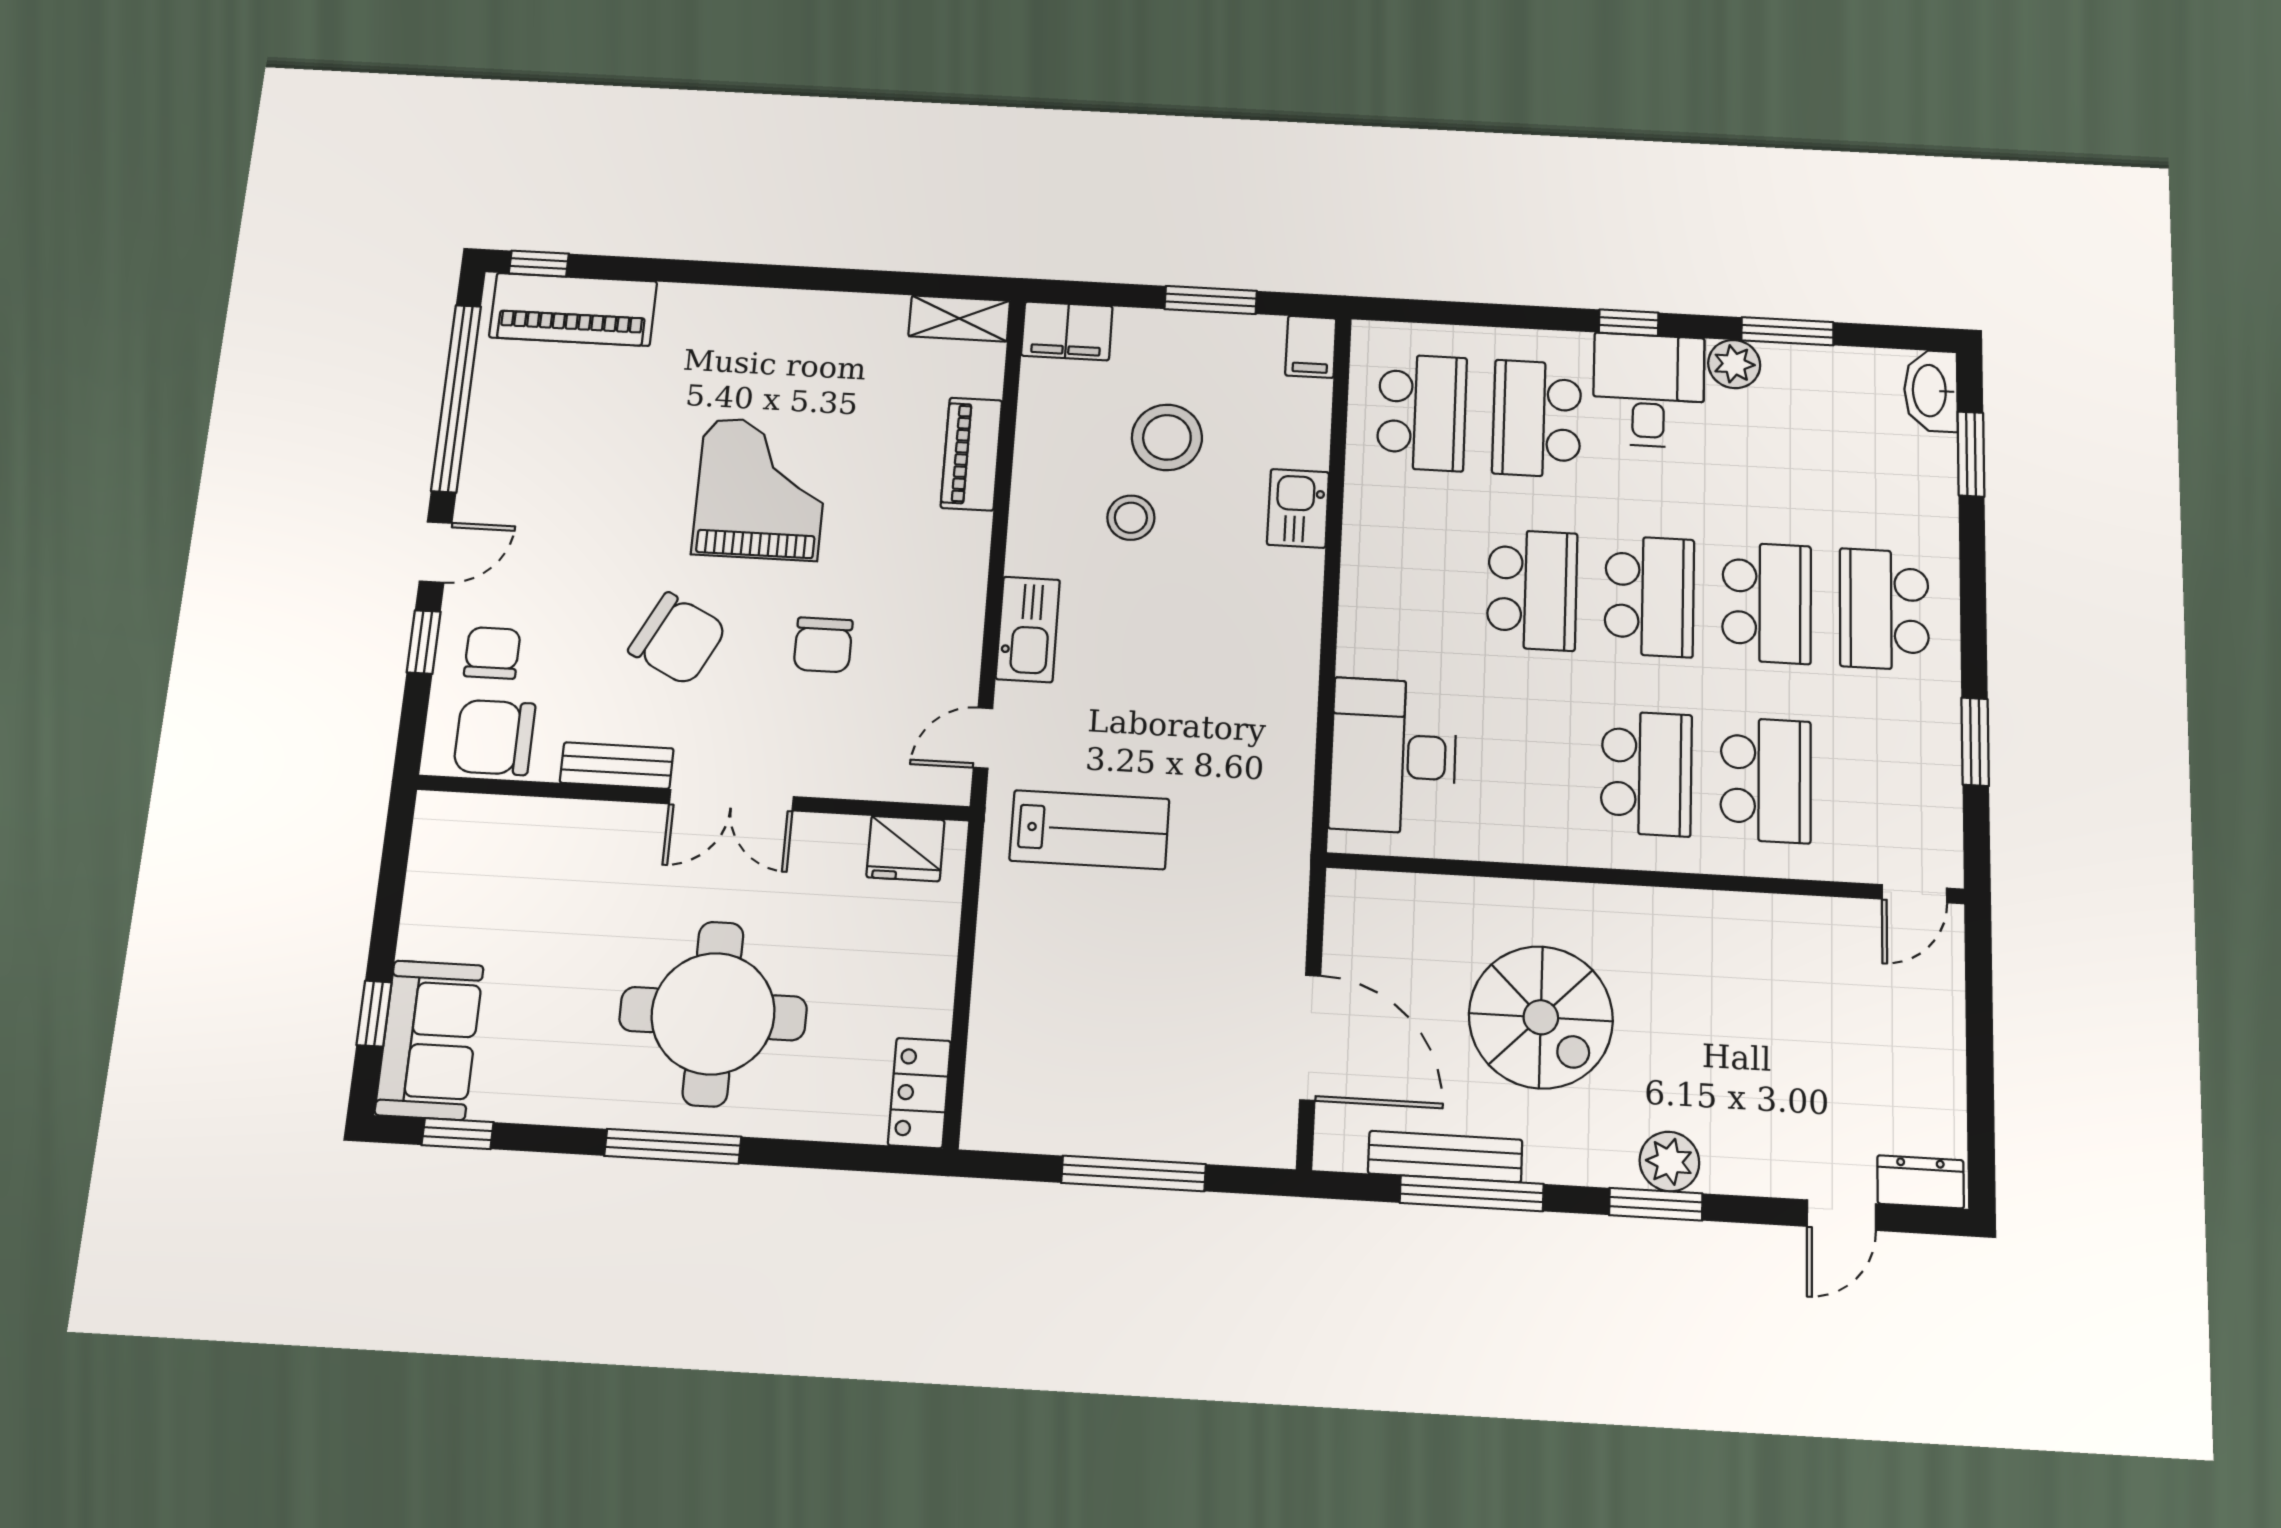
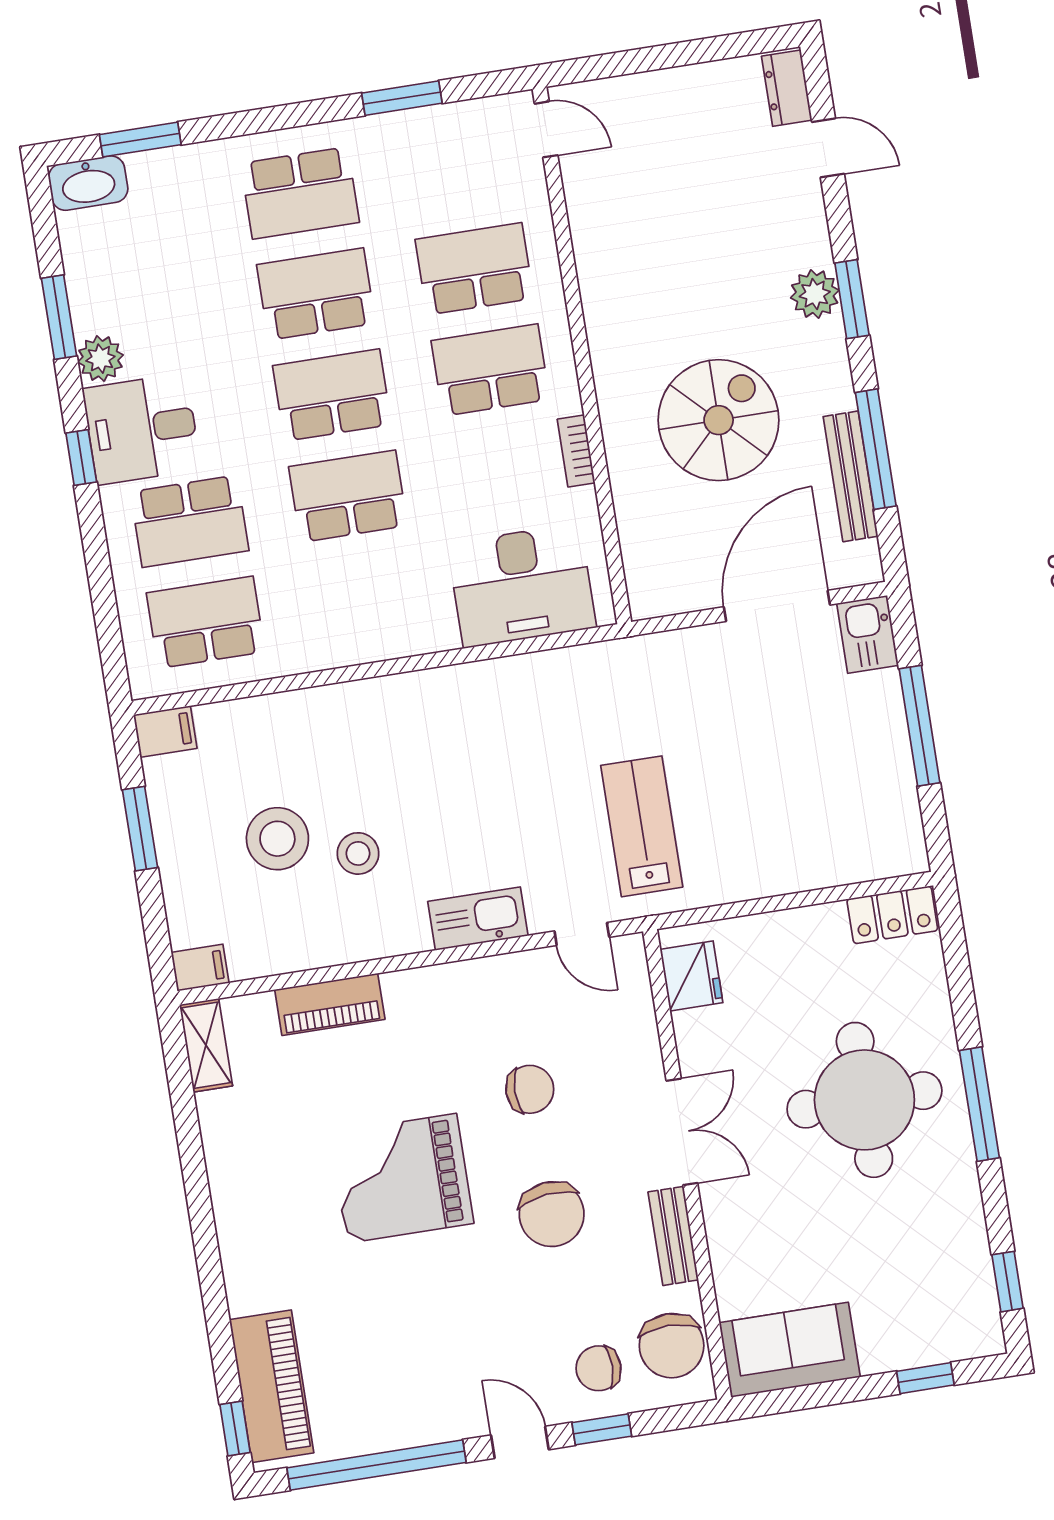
filing cabinet: (1067, 331) -> (200, 968), width x0.50
kitchen sink: (1298, 508) -> (868, 634), moved, turned 90
chair: (678, 639) -> (552, 1214), turned 147
bookcase: (1536, 848) -> (576, 451), added
sofa: (429, 1040) -> (790, 1350), moved

